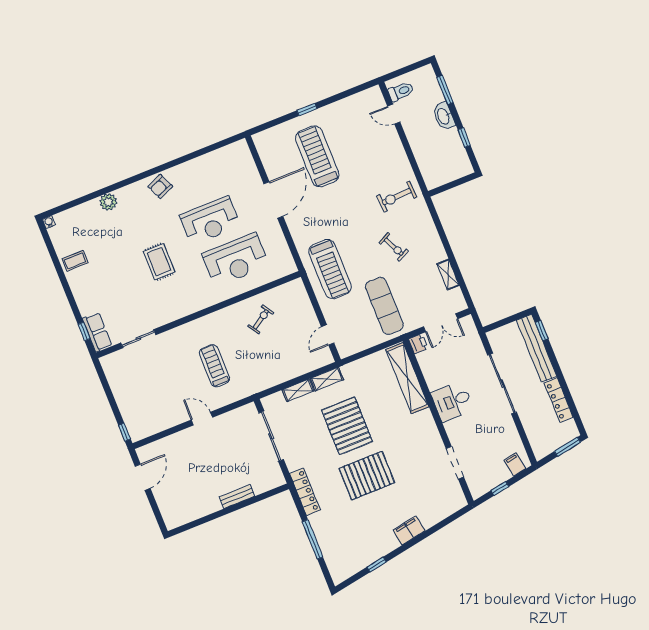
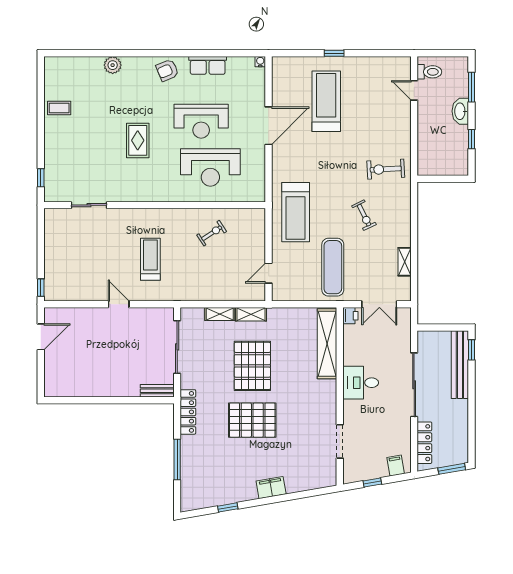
water cooler: (49, 222) -> (260, 62), moved
row of seats: (97, 332) -> (208, 65), moved, turned 90
locker: (559, 400) -> (424, 443), moved, turned 180
bench: (237, 497) -> (157, 391), moved

